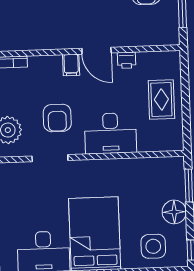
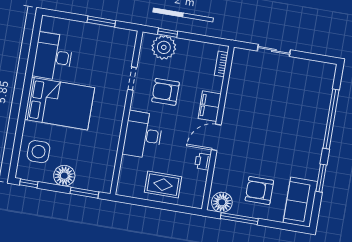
floor lamp: (168, 29) -> (222, 202), added
filing cabinet: (71, 65) -> (210, 106), width x2.00
doorway: (50, 158) -> (132, 79), width x0.73

